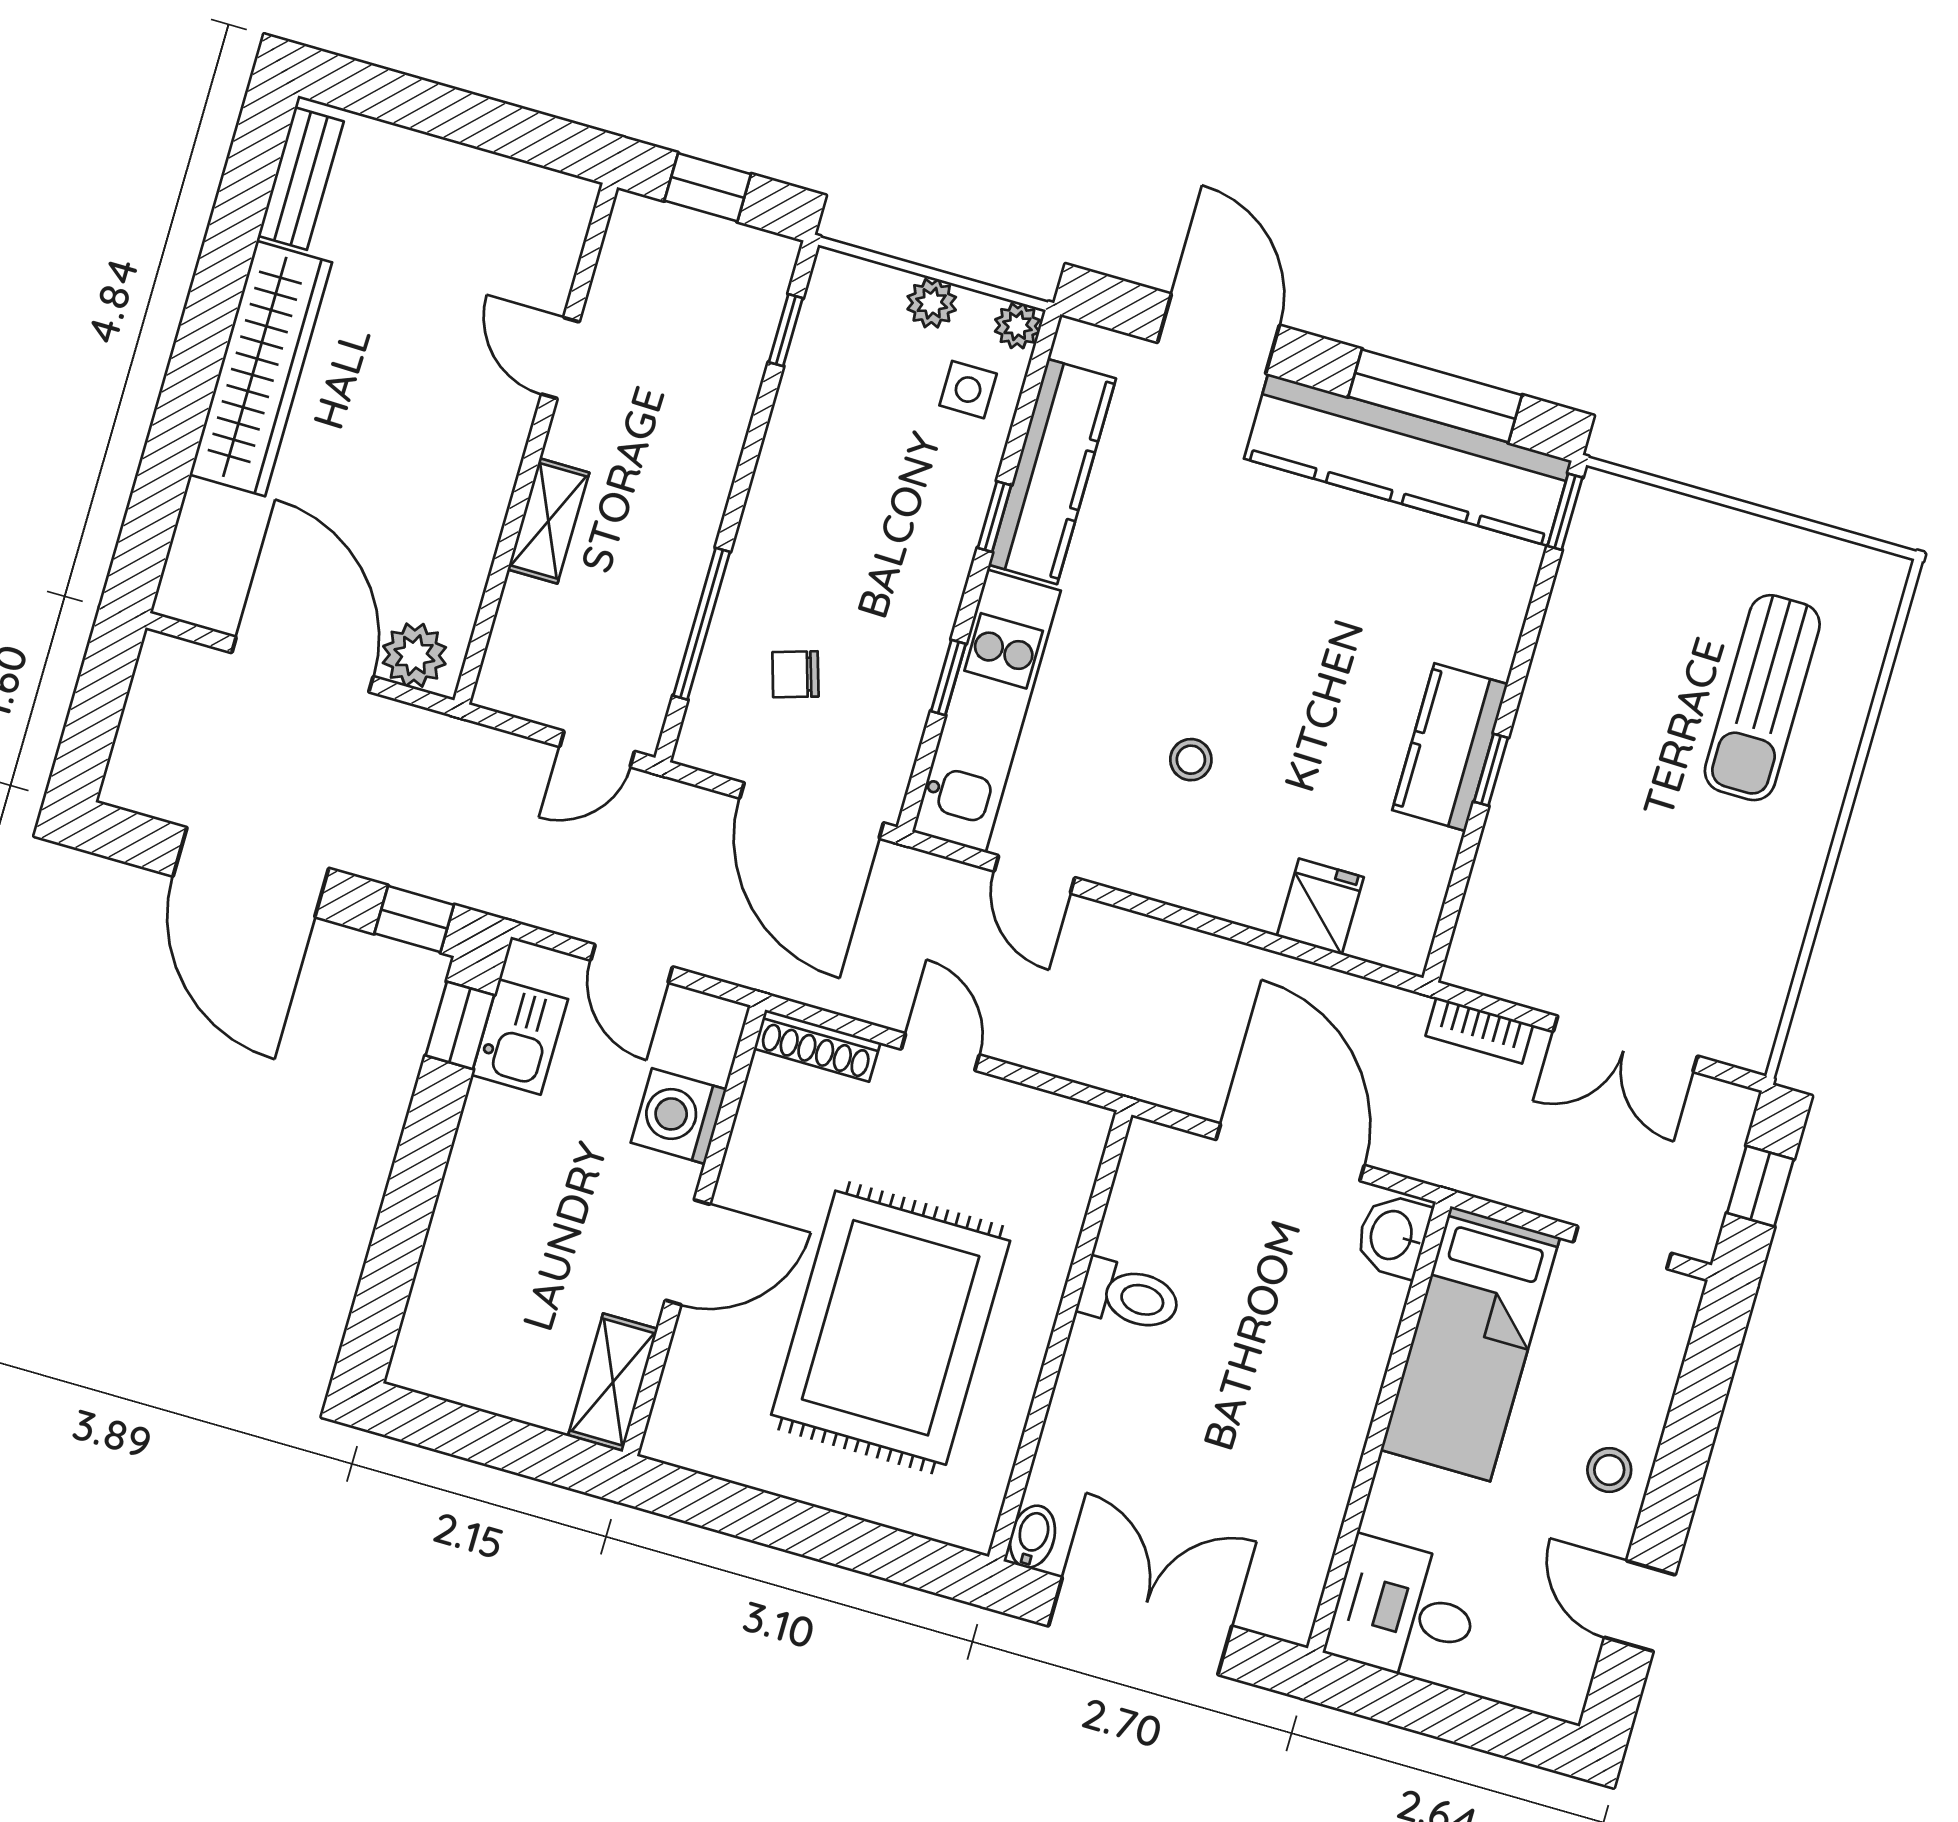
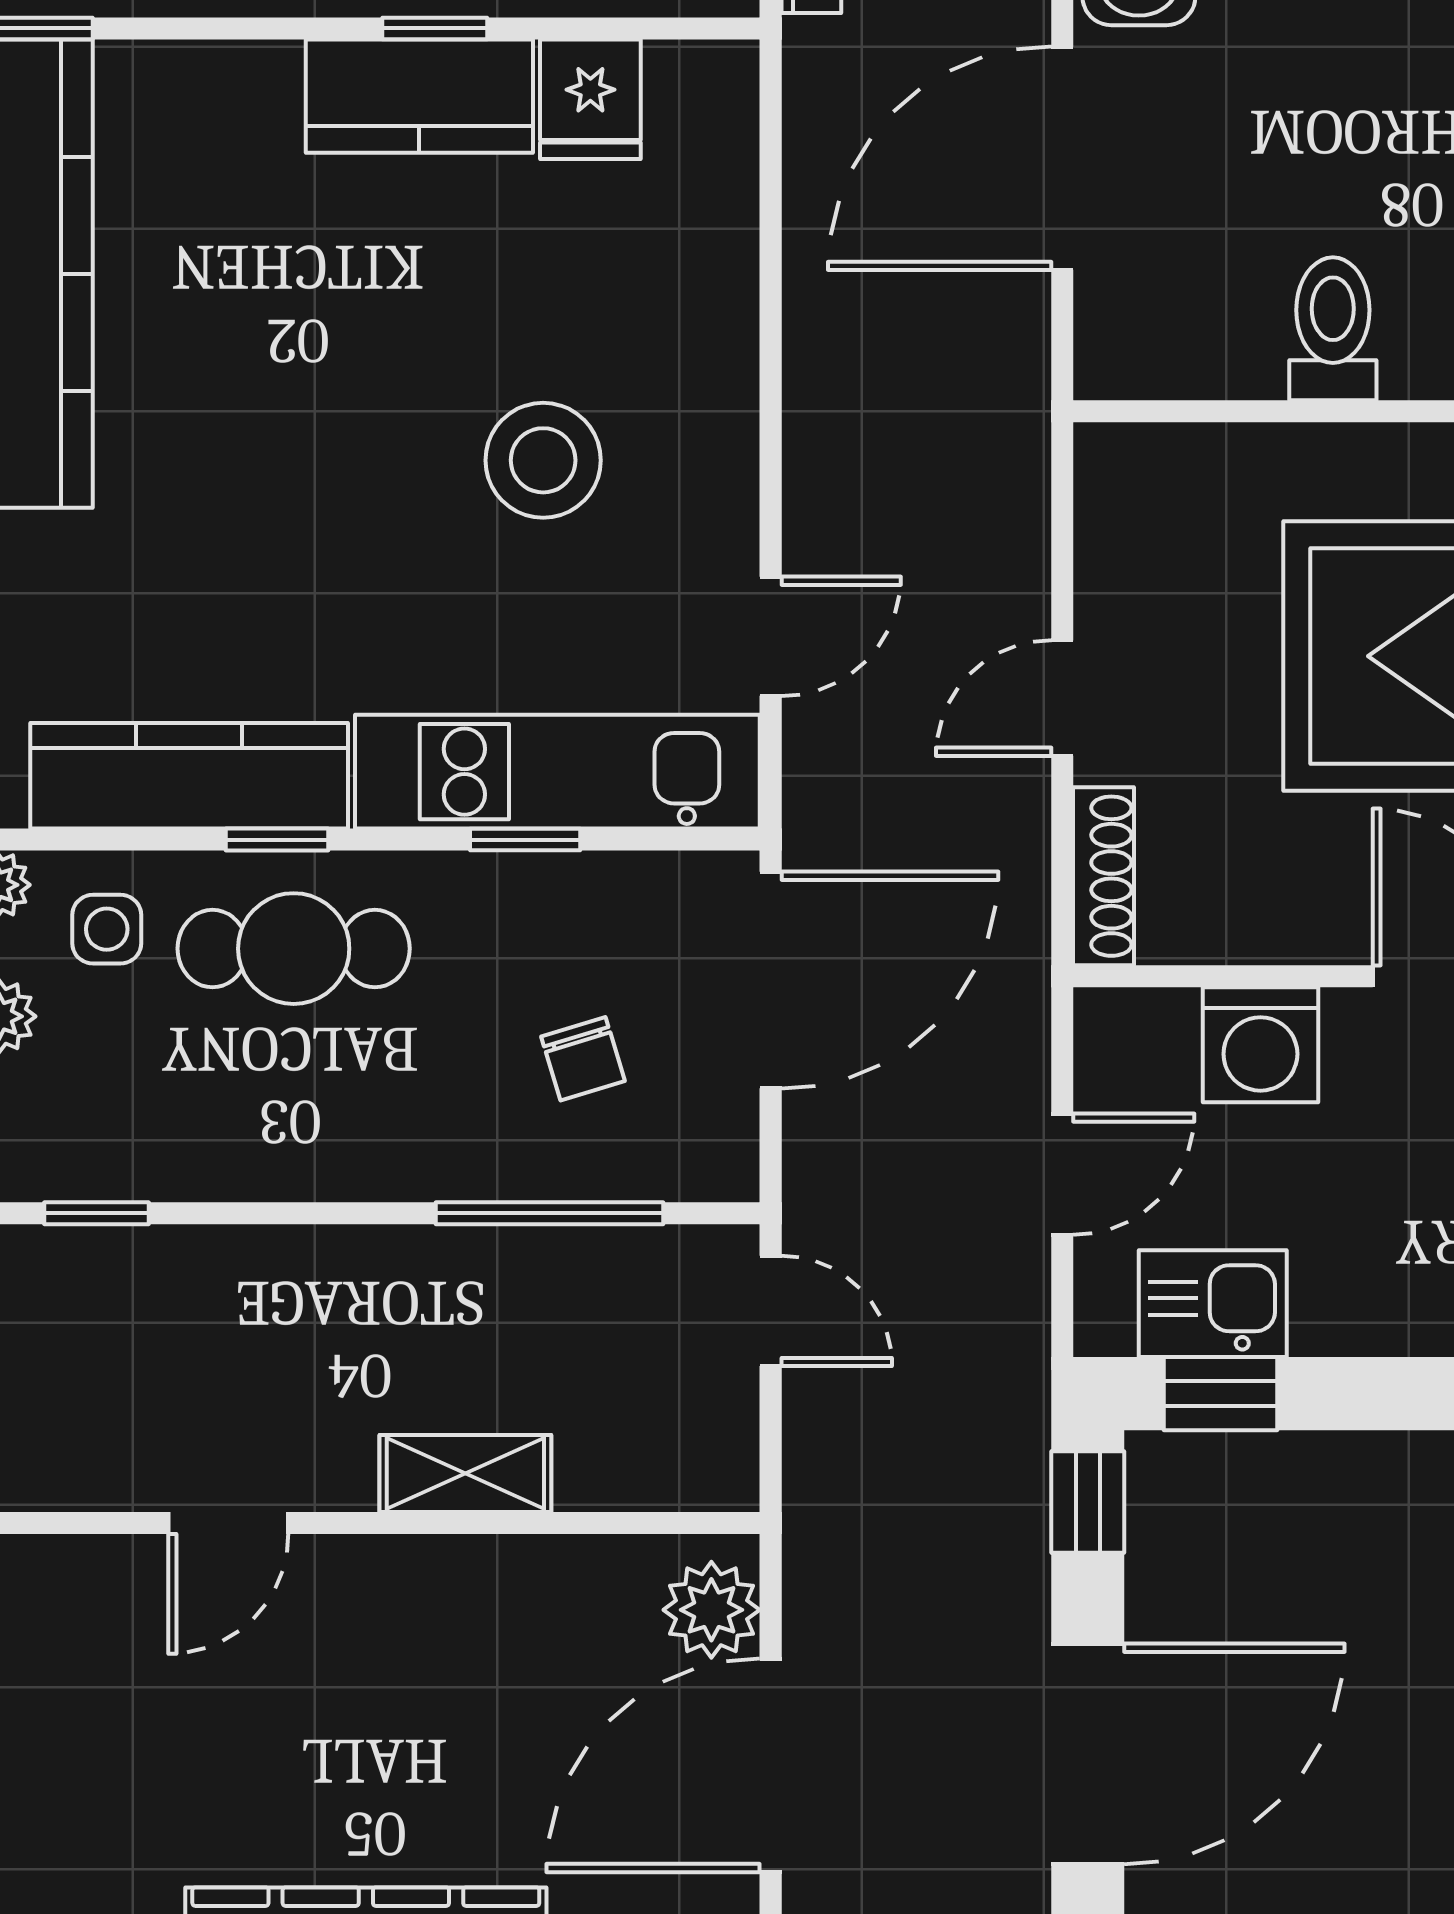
cafe table: (921, 507) -> (294, 949), added
stool: (1191, 760) -> (543, 460), width x1.89, depth x1.89
fridge: (1320, 907) -> (590, 99), moved, turned -90

